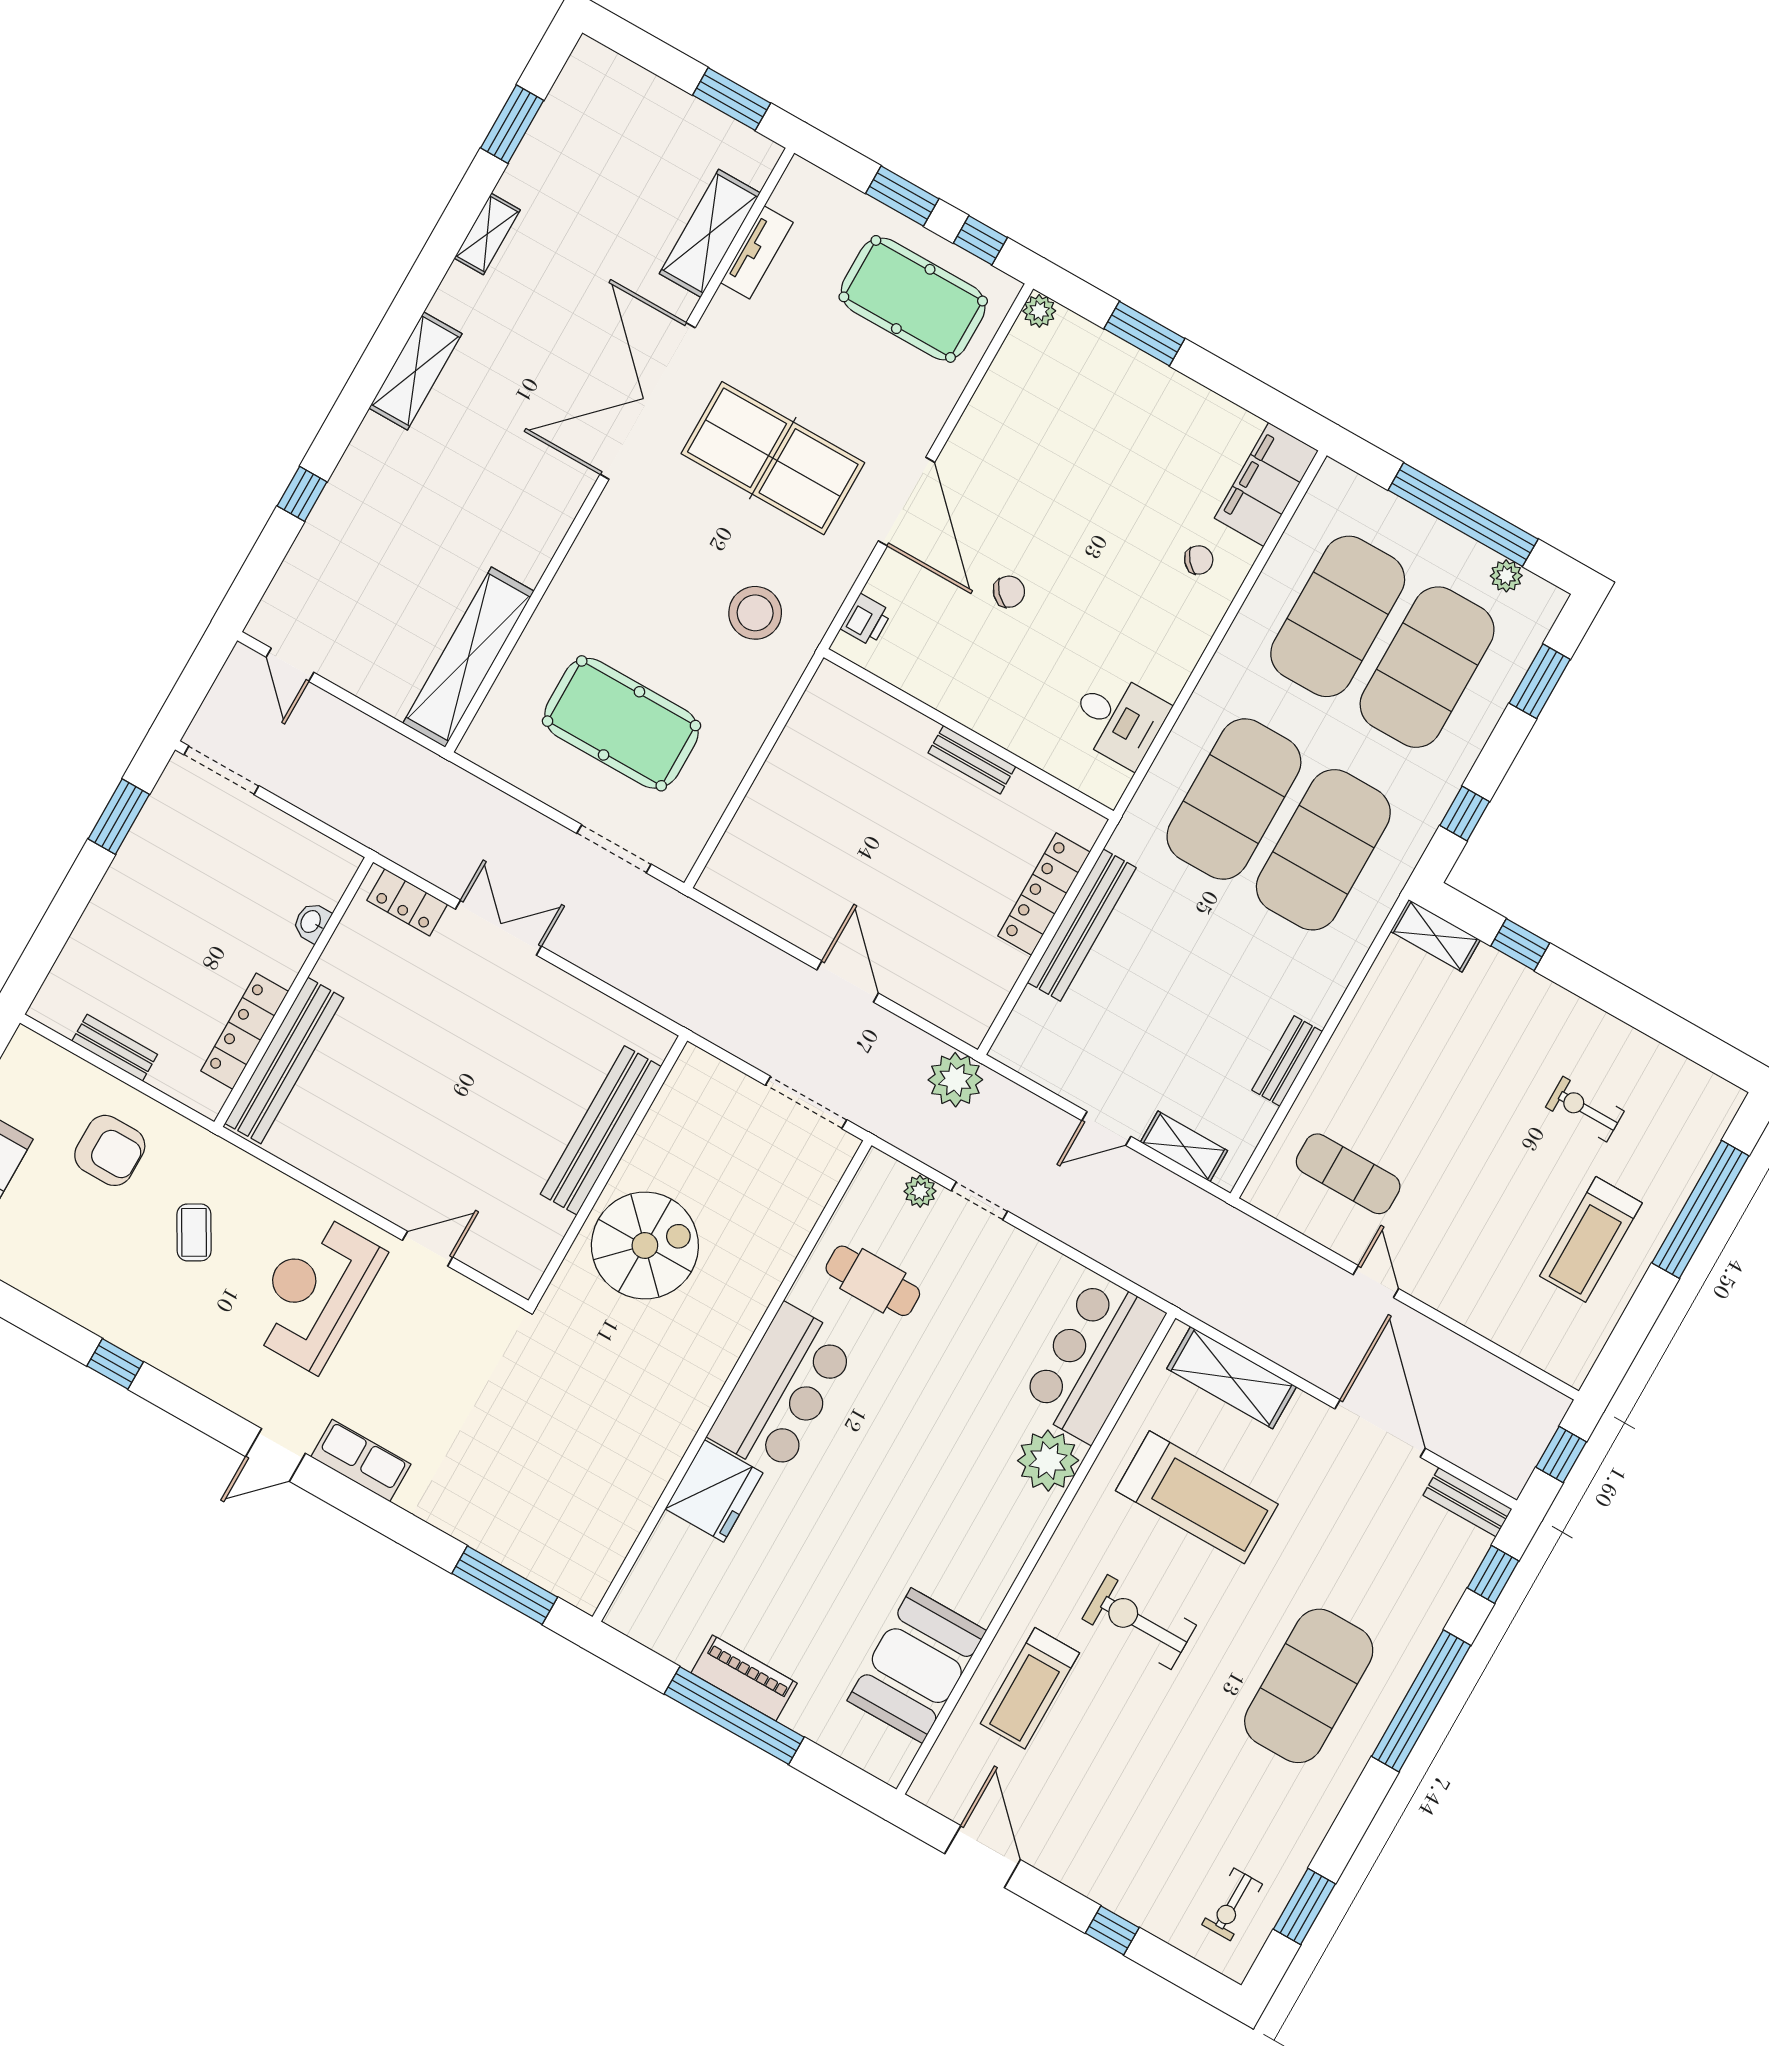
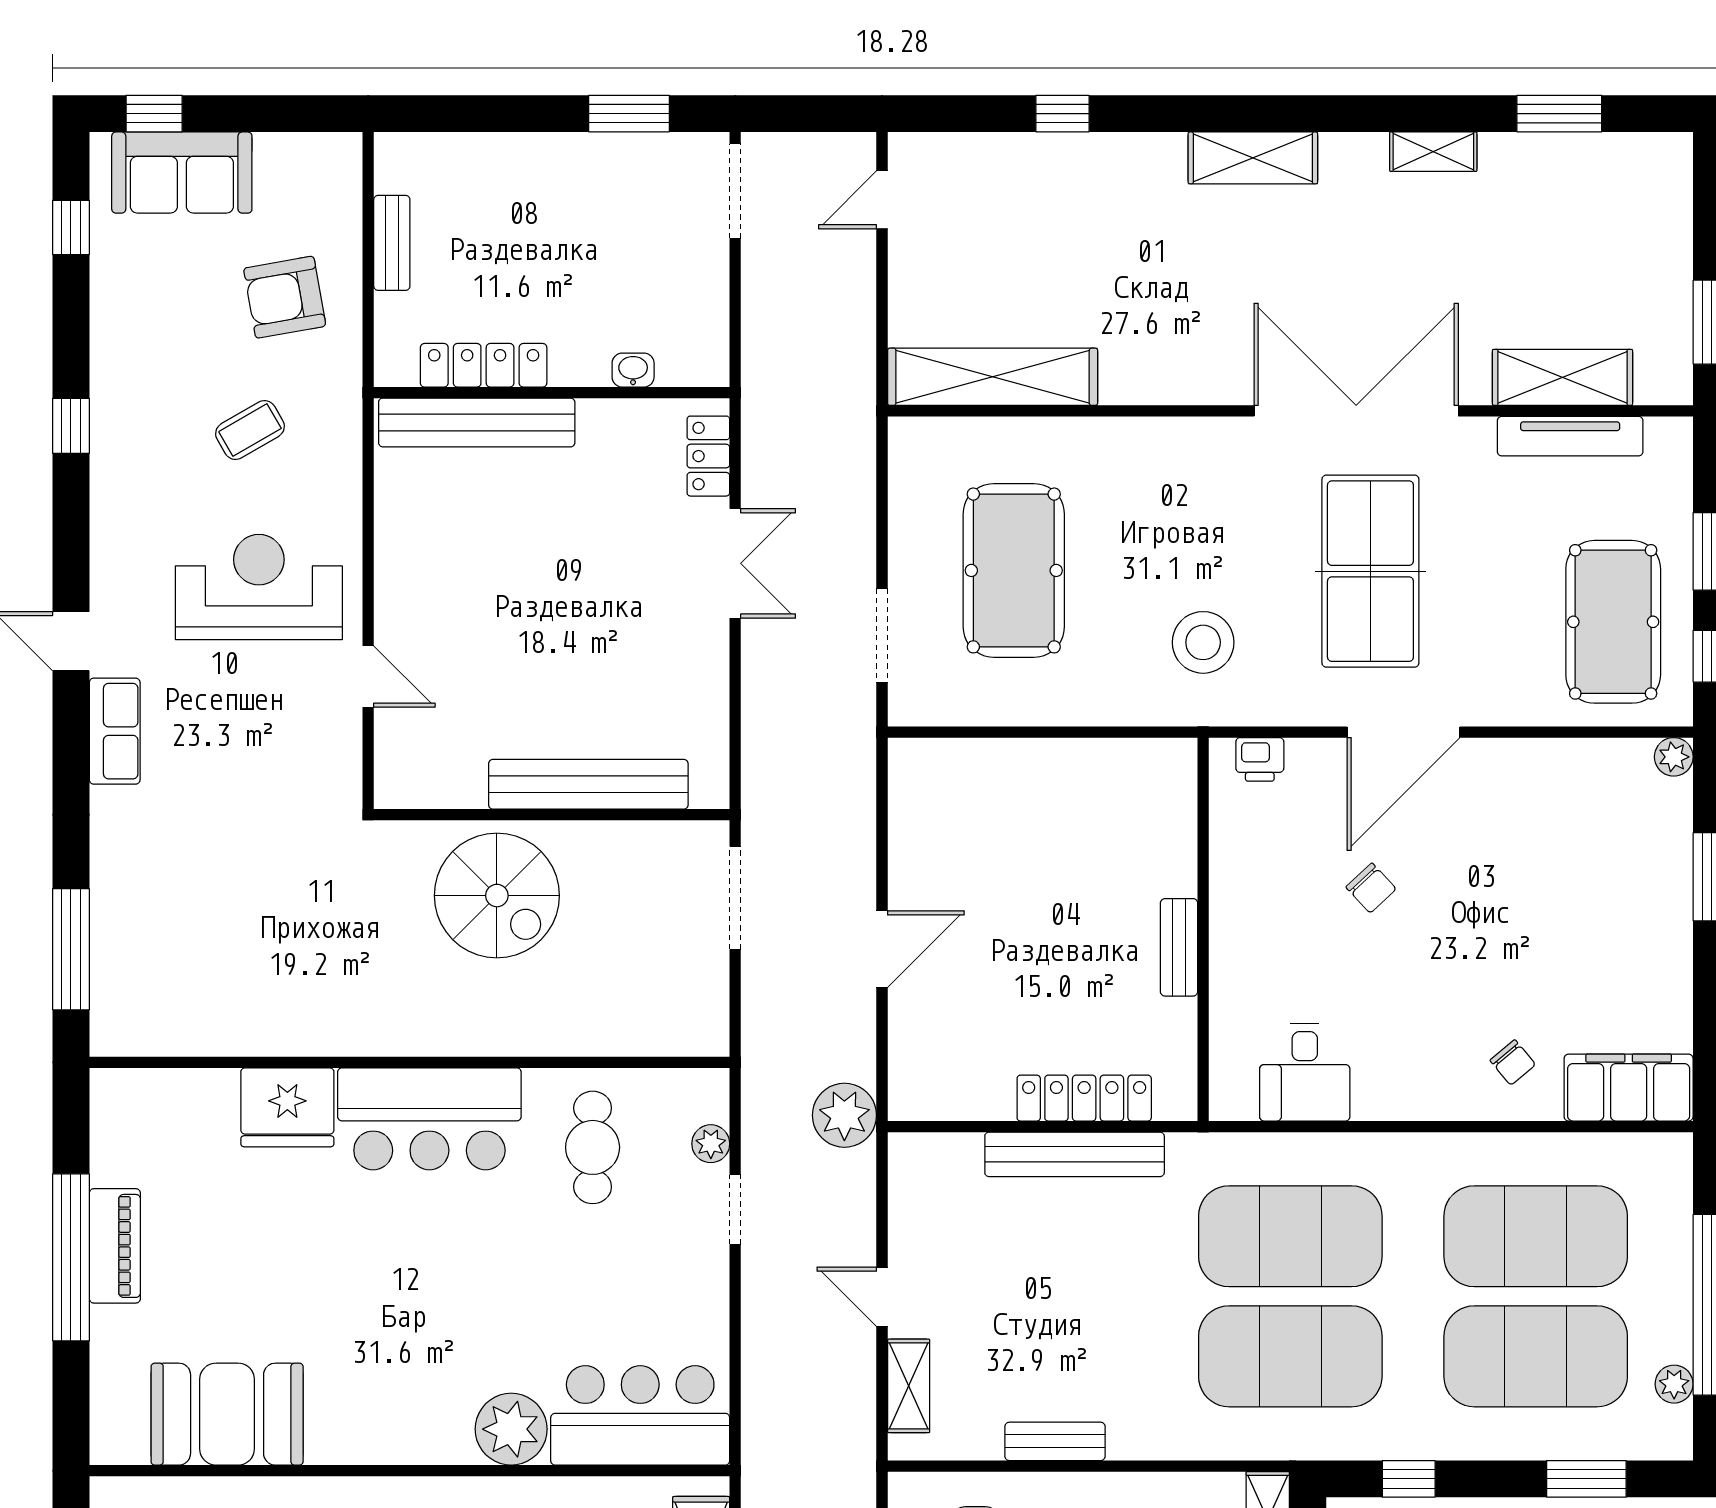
tv unit: (757, 252) -> (1570, 436), width x1.41
doorway: (806, 1102) -> (735, 898), moved
armchair: (110, 1150) -> (285, 297), turned 80

